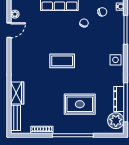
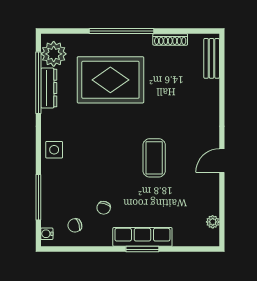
door: (9, 30) -> (222, 161), moved
coffee table: (62, 61) -> (154, 158), moved, turned 90
wardrobe: (17, 93) -> (209, 97), removed
rug: (80, 104) -> (110, 80), width x1.37, depth x1.44

